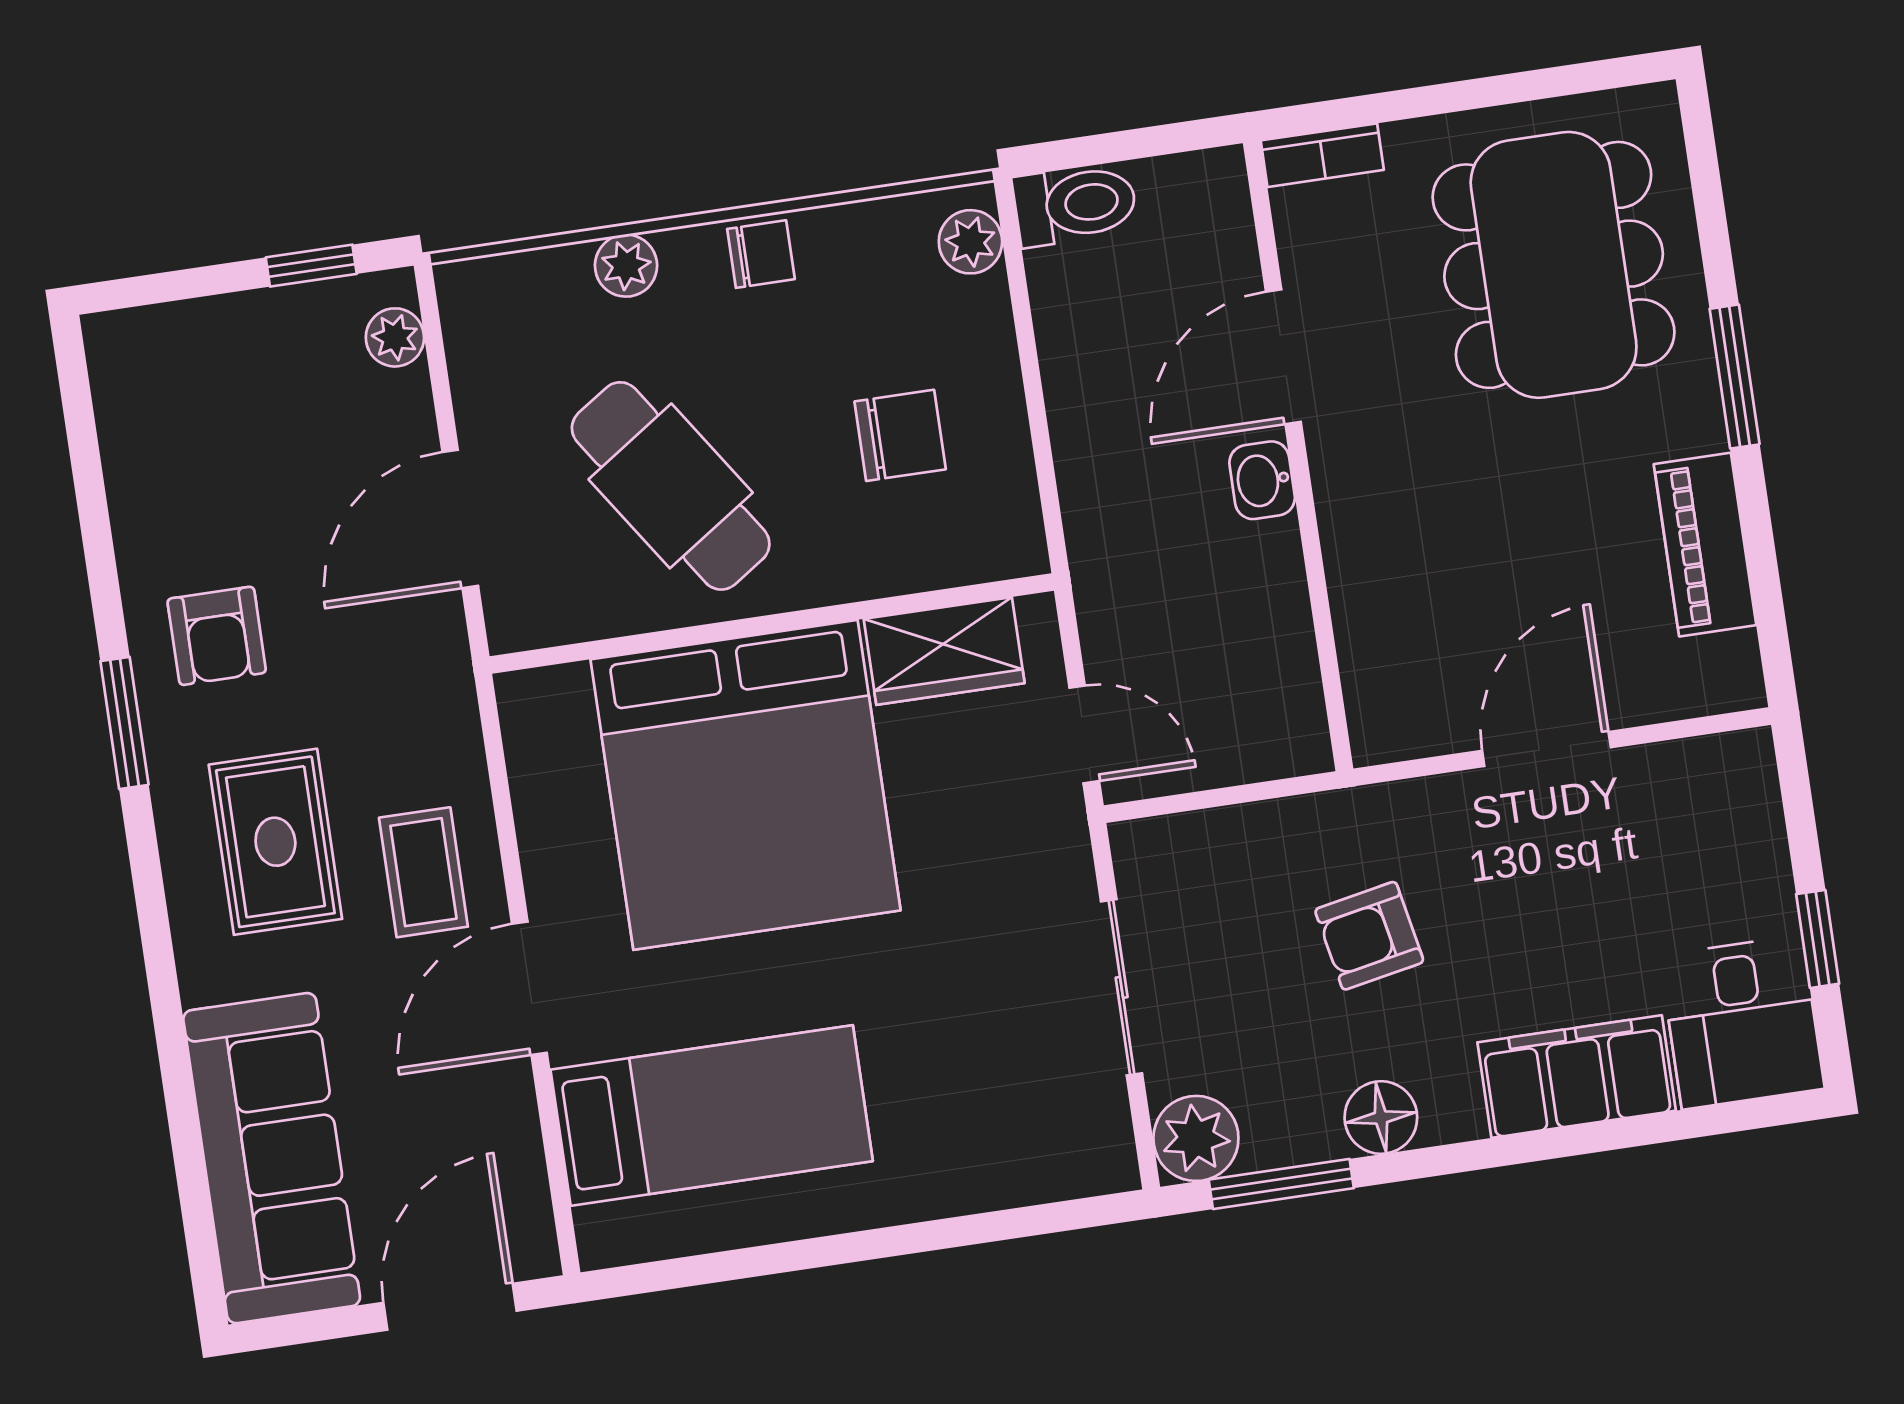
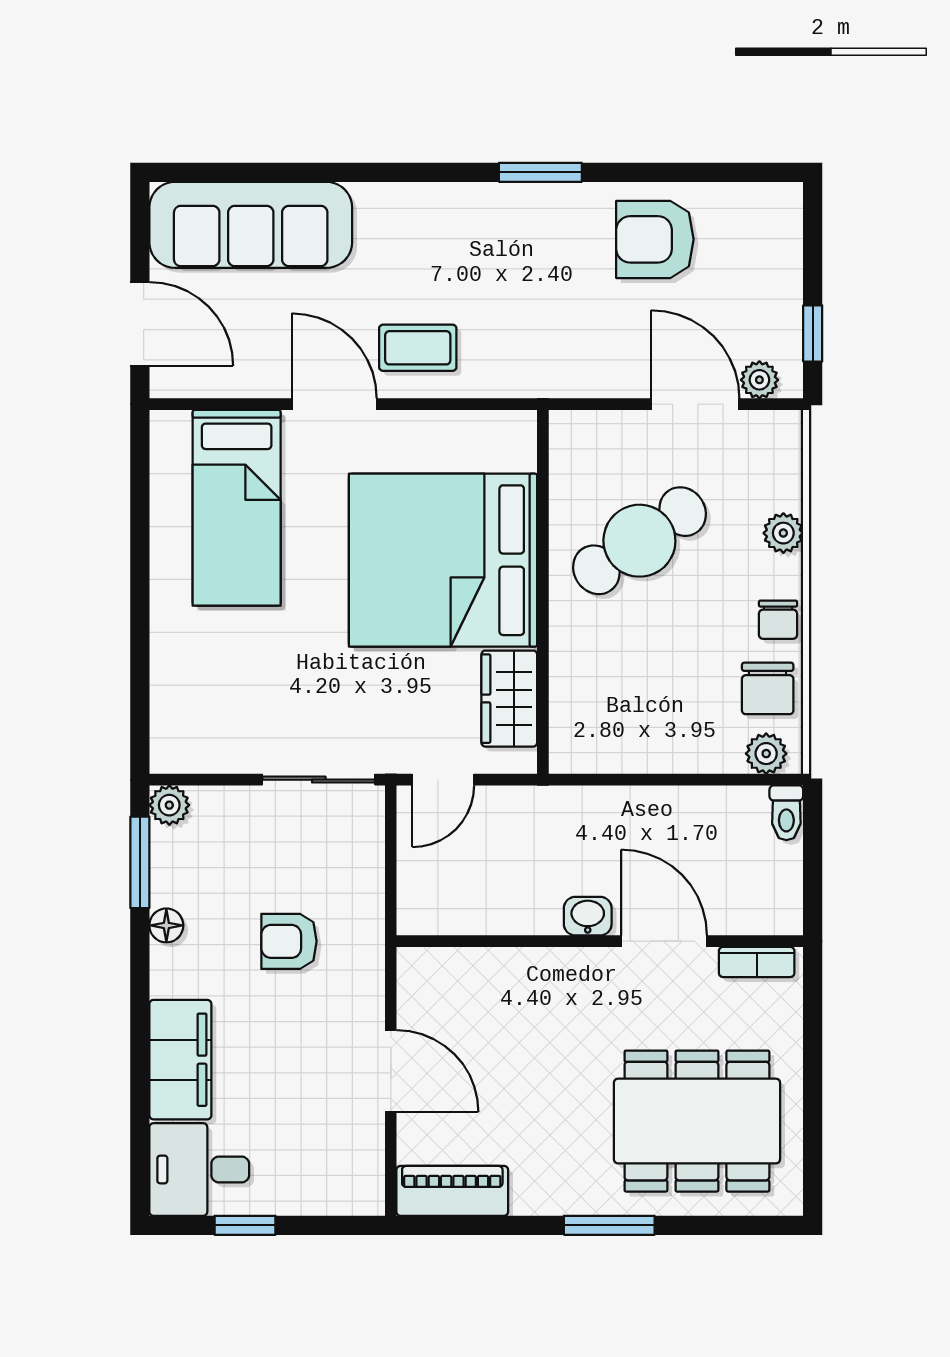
bookcase: (1322, 155) -> (757, 962), moved, turned -90
toilet: (1075, 204) -> (786, 813), width x0.73, depth x0.72
chair: (900, 435) -> (768, 688), moved
door: (460, 519) -> (695, 404), moved
piano: (1705, 545) -> (452, 1191), moved
armchair: (217, 636) -> (655, 239), moved, width x1.38, depth x1.38
rug: (275, 842) -> (451, 257), removed
armchair: (1369, 936) -> (289, 941), turned -79
sliding door: (1122, 987) -> (319, 780), moved
floor lamp: (1381, 1118) -> (166, 925), width x0.73, depth x0.73
plant: (1196, 1138) -> (169, 805), width x0.73, depth x0.73

